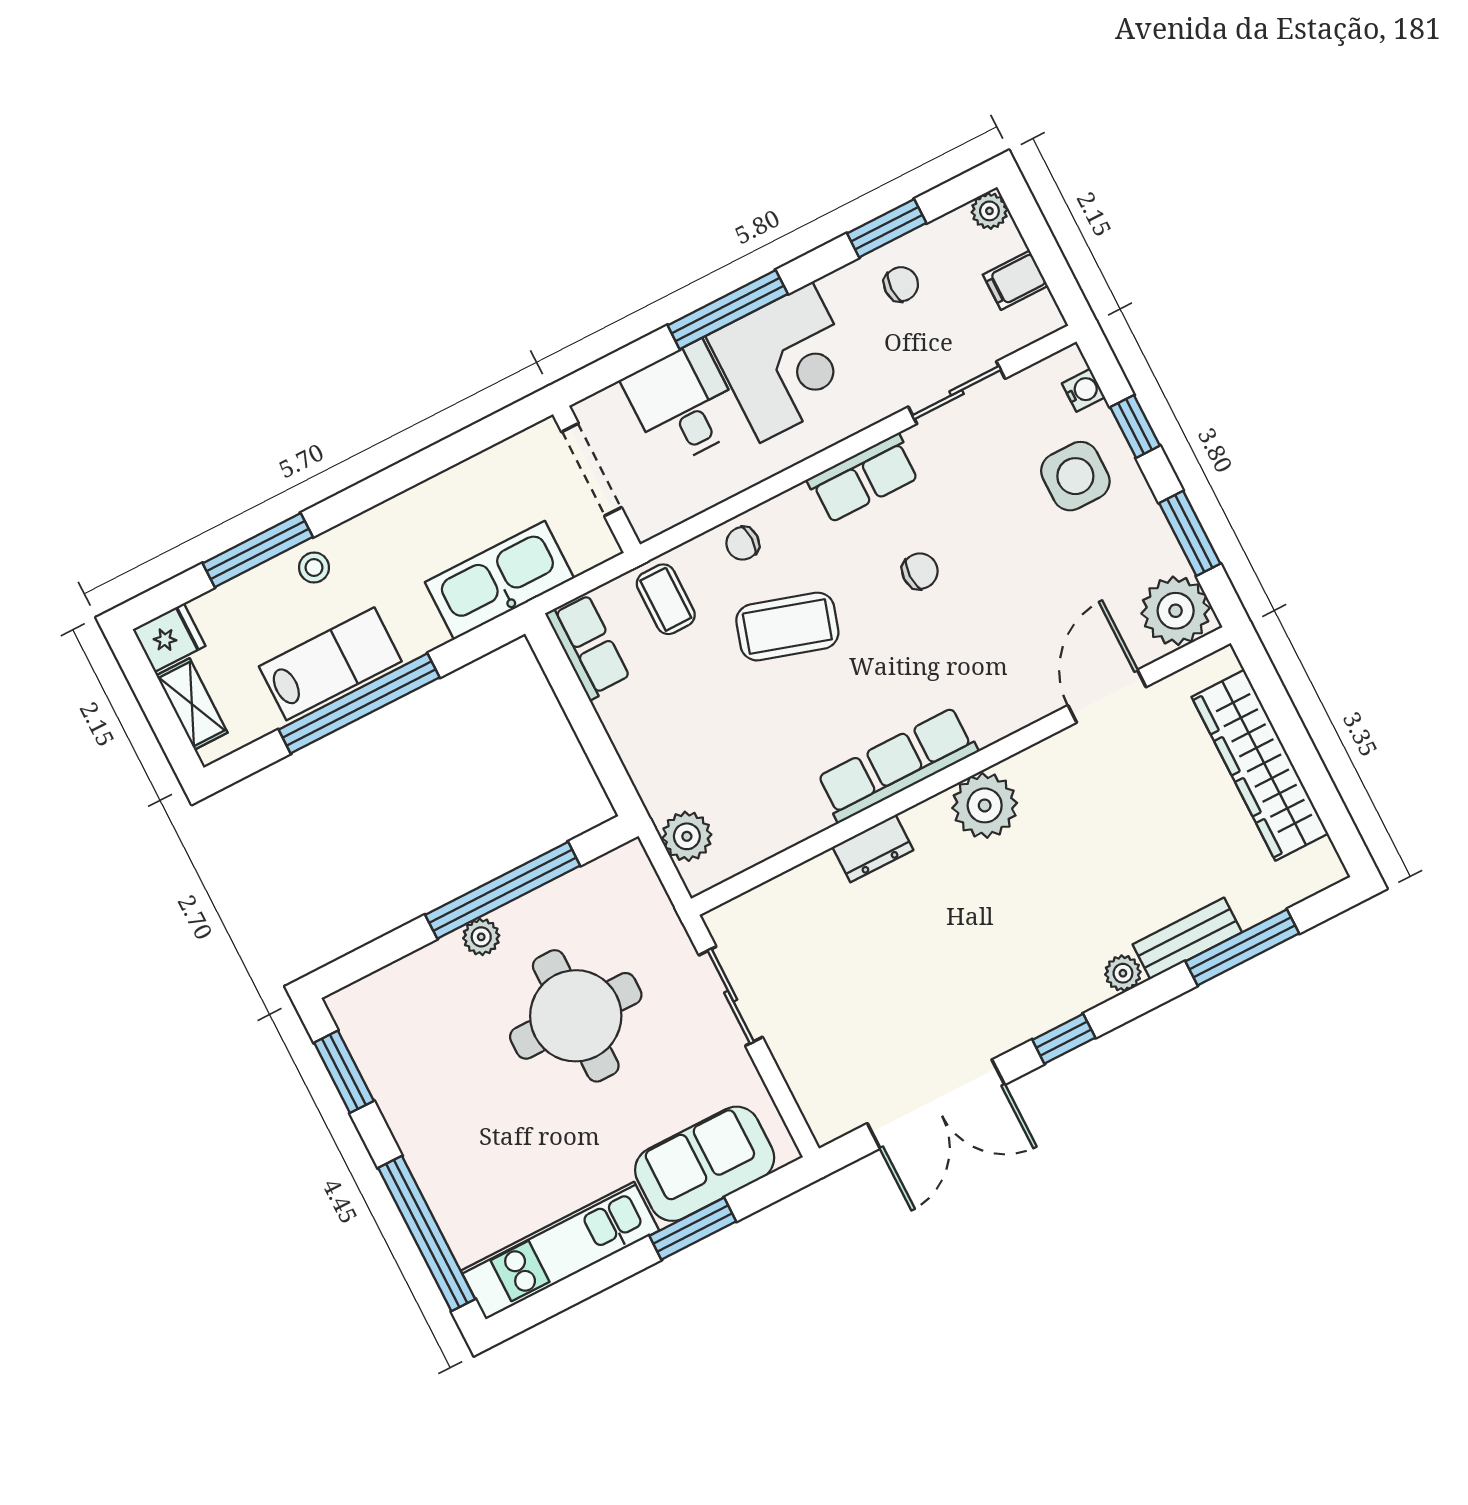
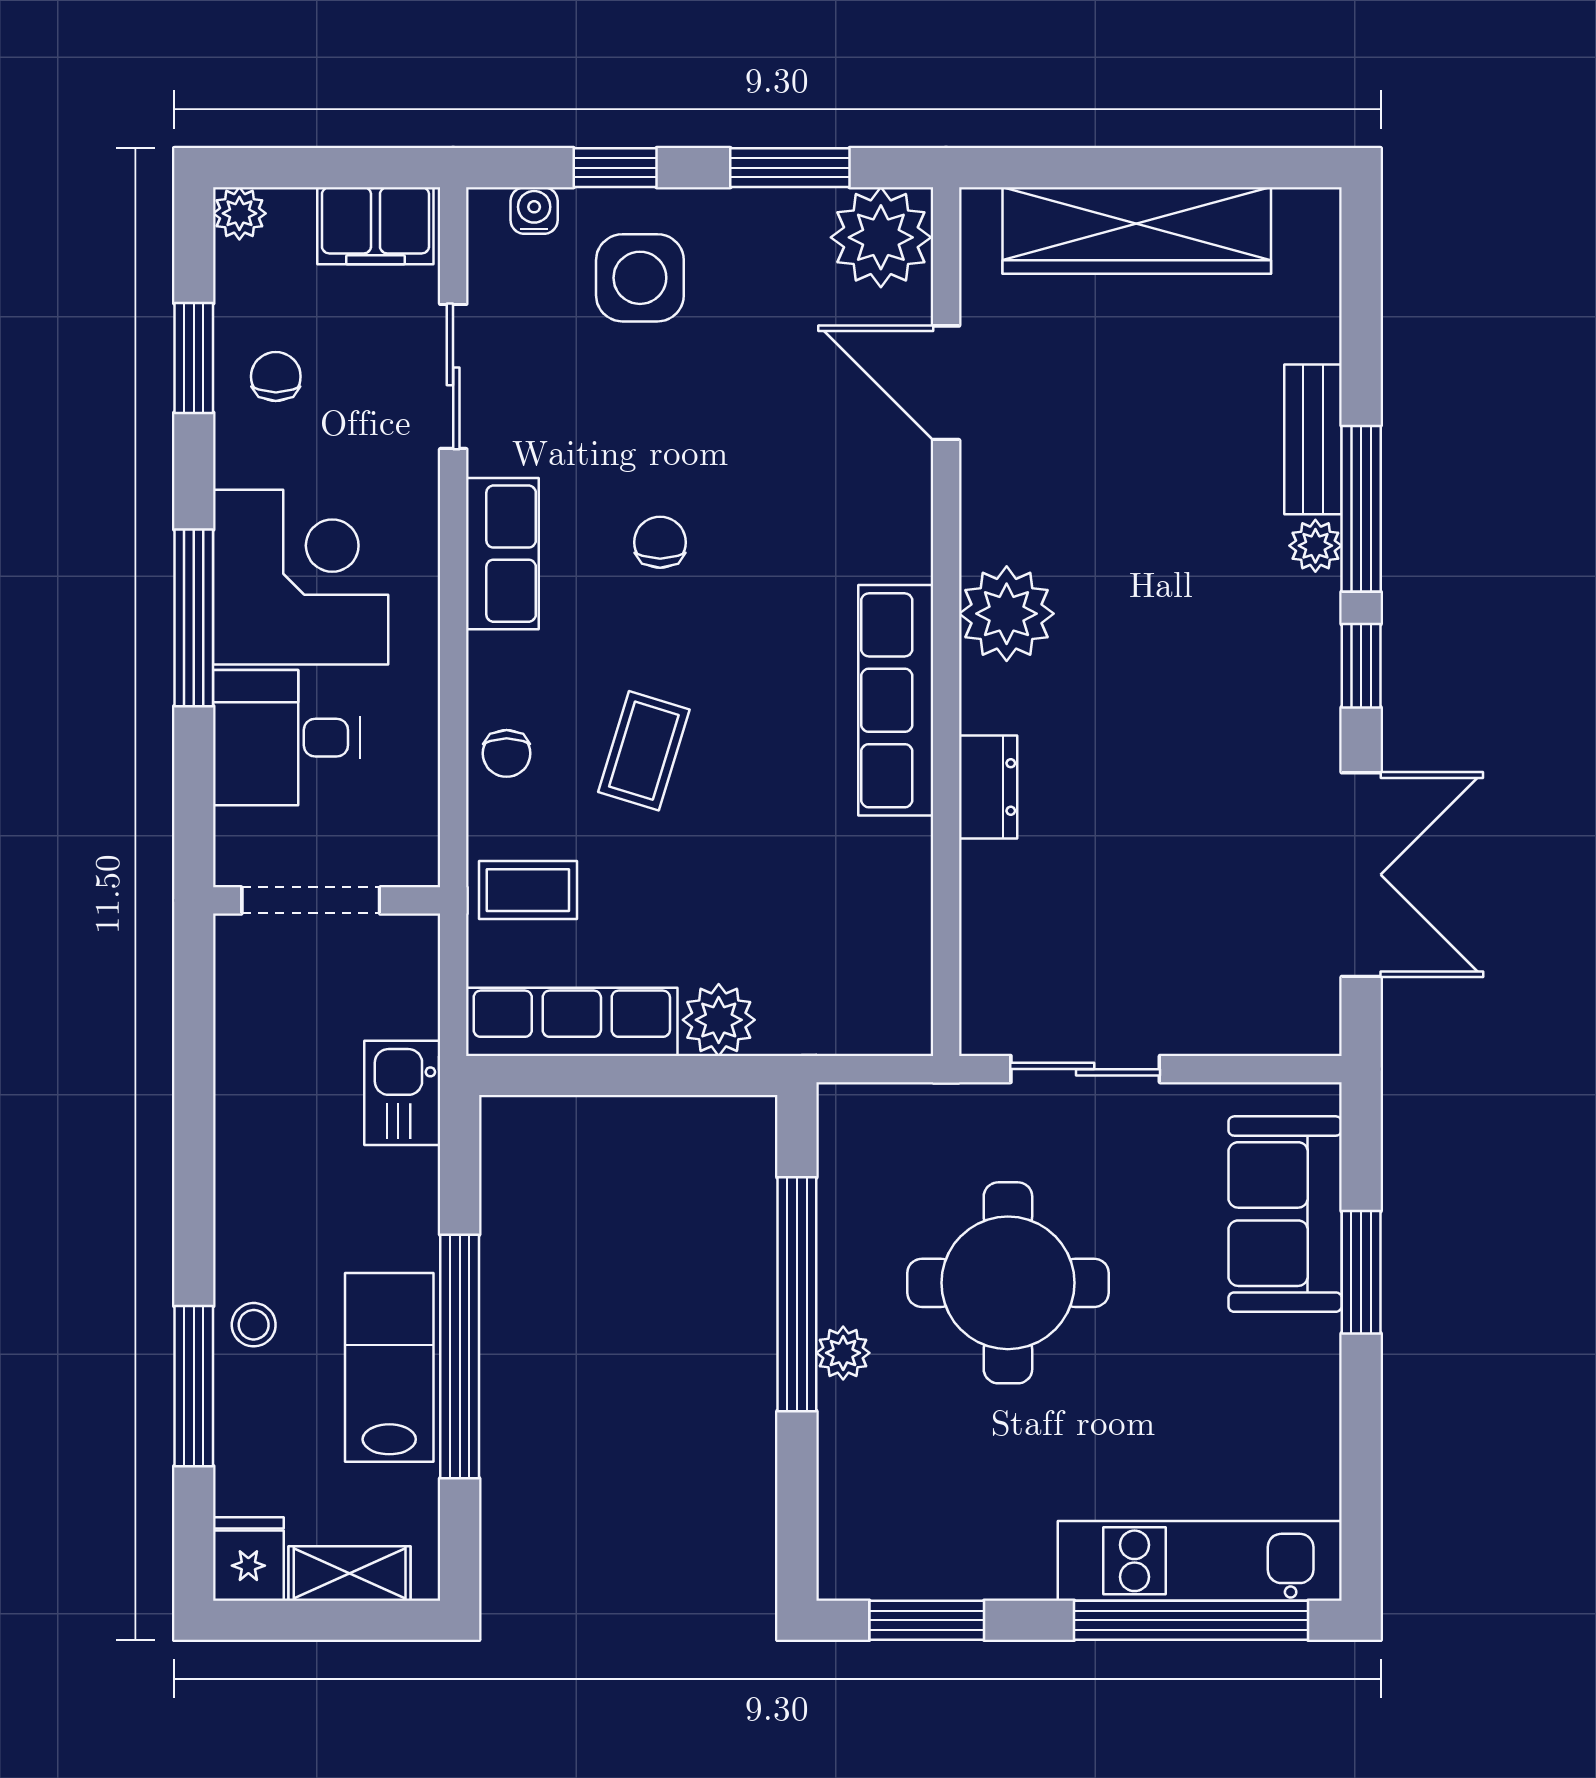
filing cabinet: (1015, 280) -> (375, 226), width x2.00
kitchen sink: (499, 580) -> (402, 1093), width x0.53, depth x0.81
coffee table: (787, 627) -> (644, 751), width x0.73, depth x0.77
row of seats: (588, 646) -> (572, 1022), width x1.48
plant: (687, 836) -> (719, 1020), moved
window: (1242, 947) -> (1361, 509), moved
kitchen unit: (560, 1251) -> (1200, 1561), moved, turned 90

